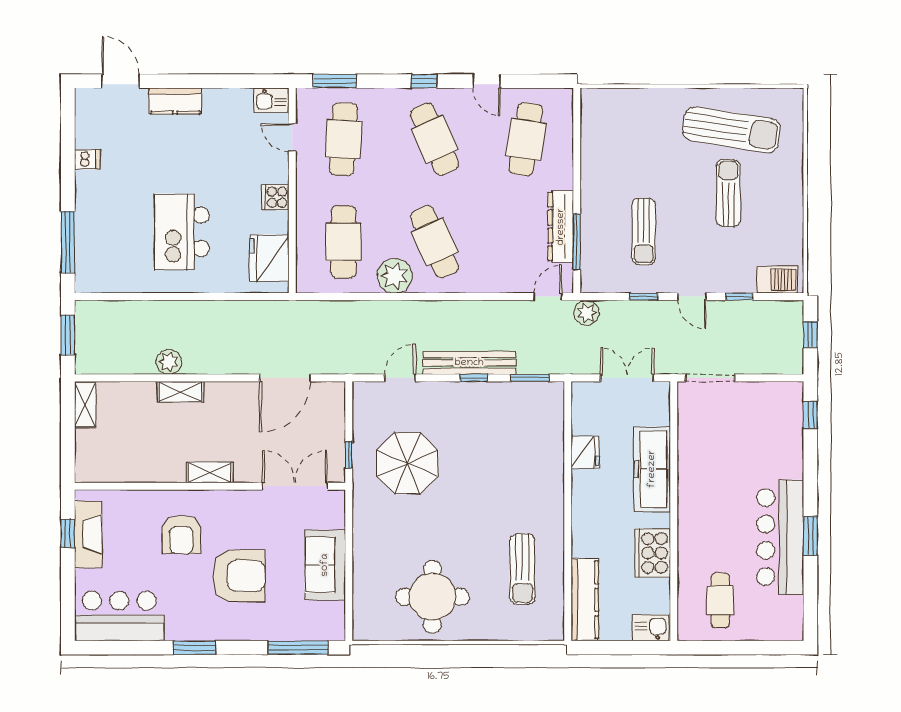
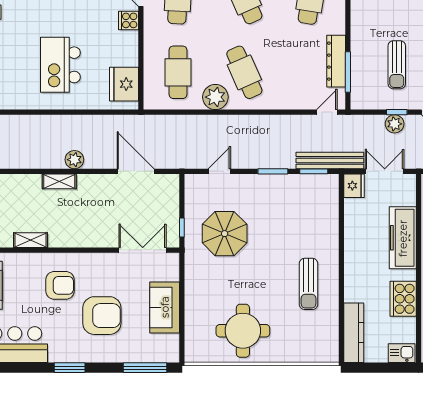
cooker: (275, 197) -> (129, 20), moved
plant: (587, 313) -> (395, 124), moved
plant: (169, 362) -> (74, 160), moved
bench: (469, 363) -> (330, 160), moved
door: (285, 378) -> (136, 171), swing flipped
window: (474, 378) -> (273, 171), width x1.50
fridge: (585, 453) -> (354, 186), moved
shelving: (210, 472) -> (30, 240), moved
armchair: (181, 535) -> (60, 285), turned -90
sun lounger: (522, 569) -> (308, 284), moved

